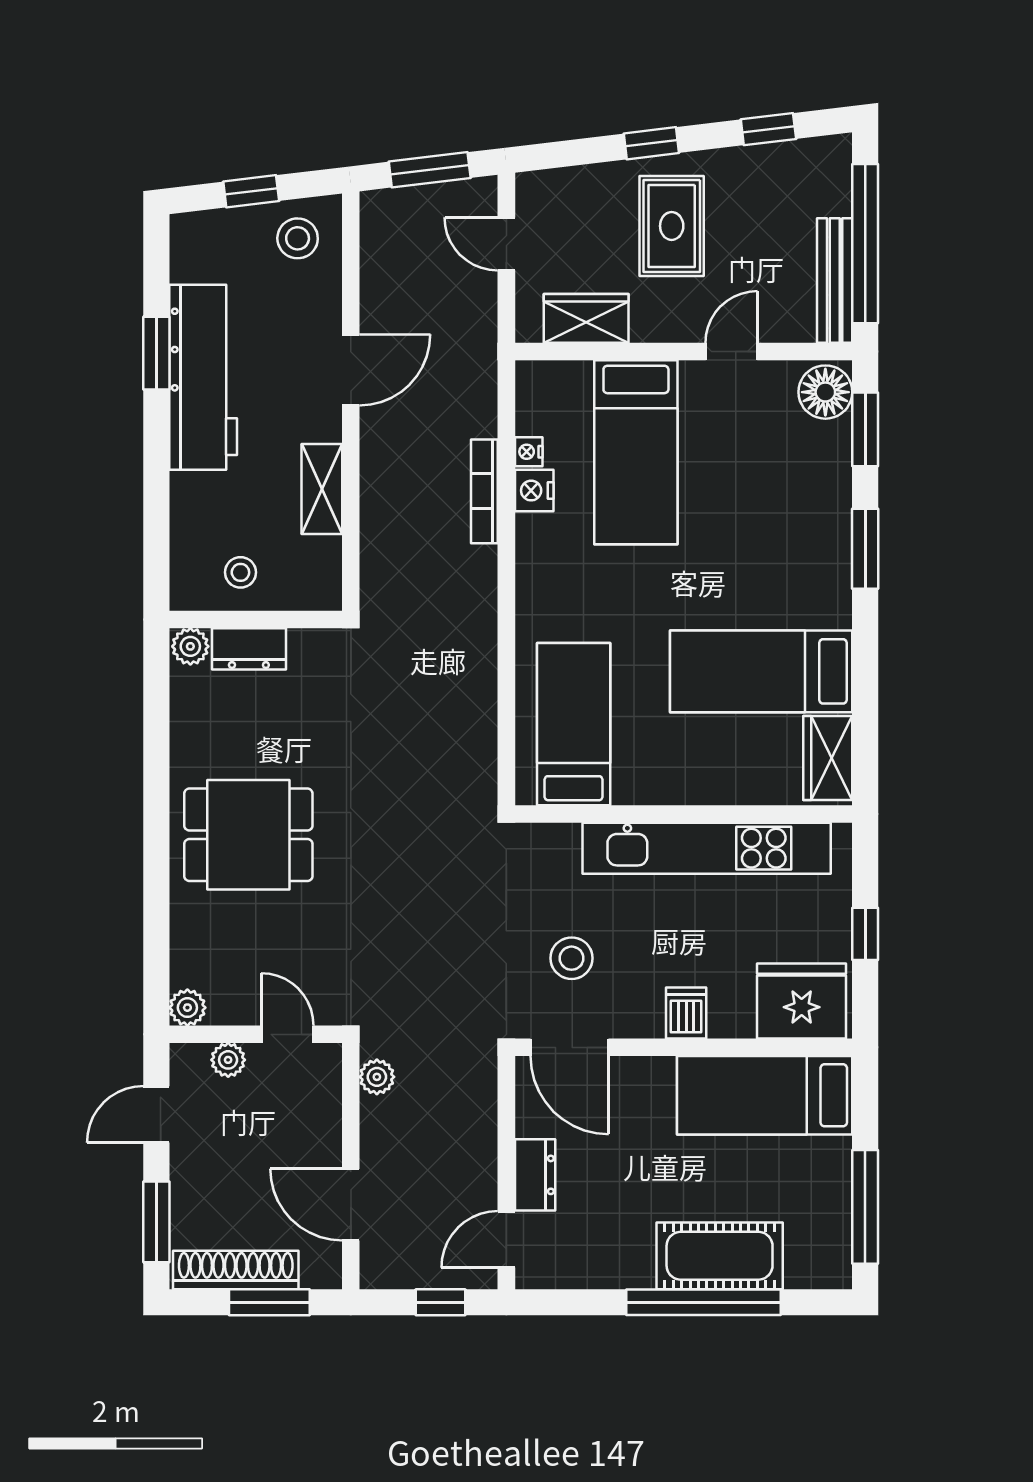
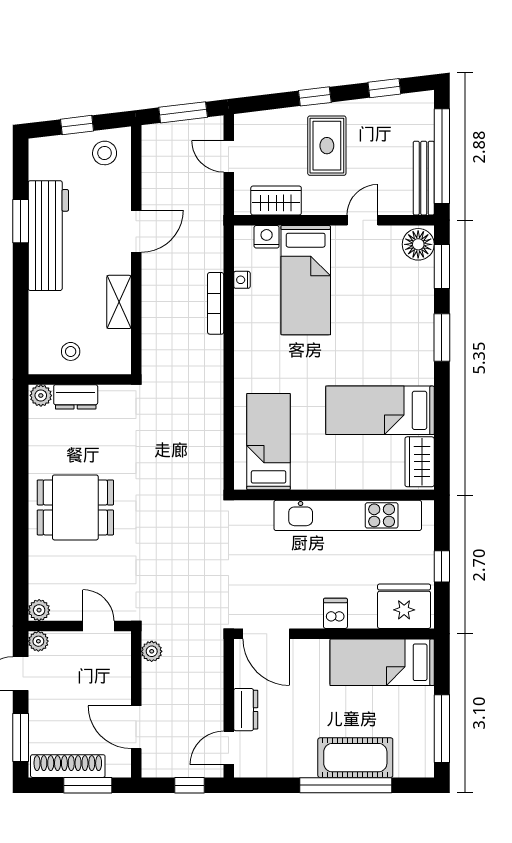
nightstand: (534, 491) -> (267, 237), moved, turned 90
stool: (572, 958) -> (267, 581), removed
plant: (228, 1060) -> (38, 641), moved

